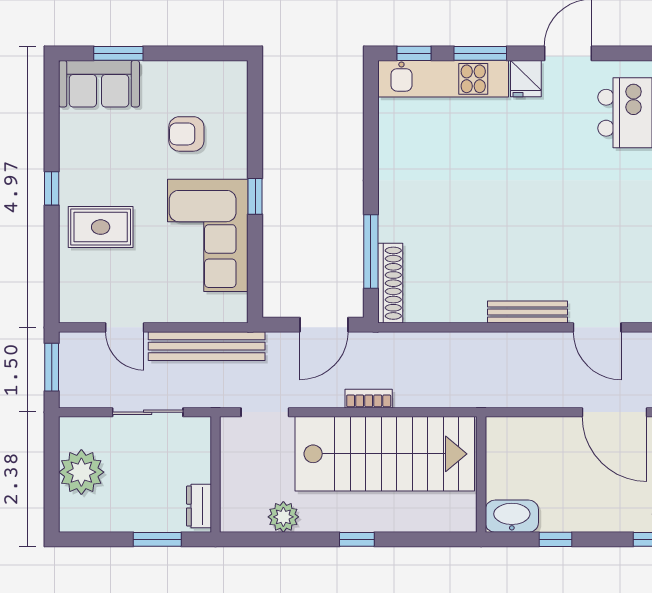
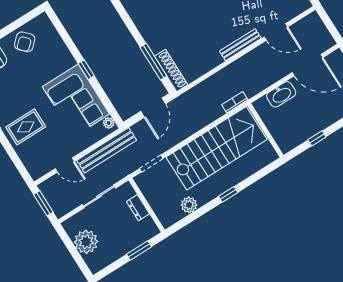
armchair: (186, 134) -> (25, 42), moved, turned -43
plant: (237, 304) -> (109, 123), added
bookcase: (369, 399) -> (235, 102), moved
dresser: (199, 506) -> (138, 208), moved
washbasin: (512, 516) -> (281, 94), moved, turned 180

